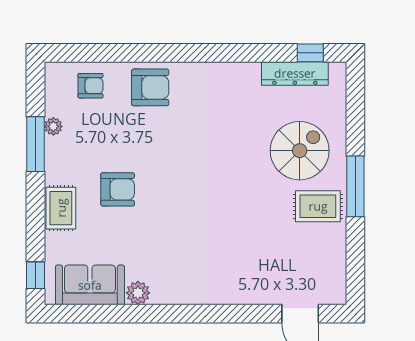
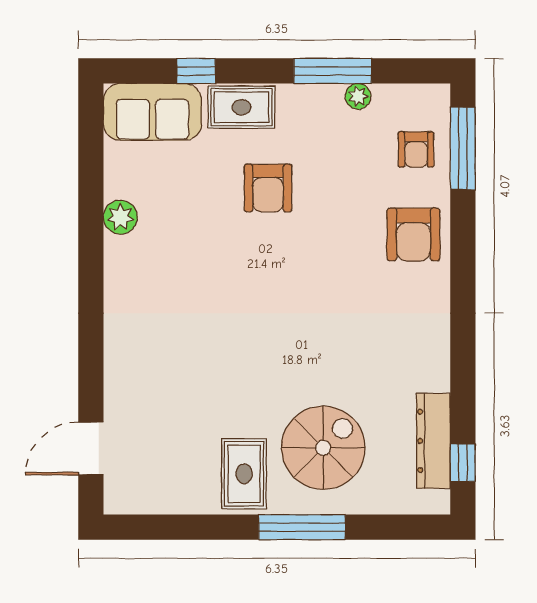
window: (90, 53) -> (463, 148), added
spiral stairs: (300, 151) -> (323, 448), turned -90
window: (355, 186) -> (302, 527), moved
window: (35, 275) -> (196, 71), moved
sofa: (90, 285) -> (153, 112), moved, turned 90

